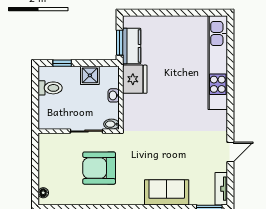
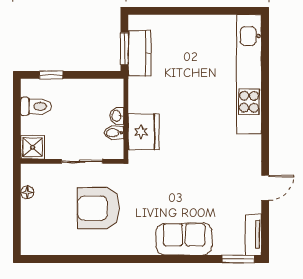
shower: (90, 75) -> (33, 147), moved
fridge: (135, 79) -> (143, 132), moved
bidet: (111, 124) -> (114, 133), moved
floor lamp: (43, 193) -> (27, 192), moved

